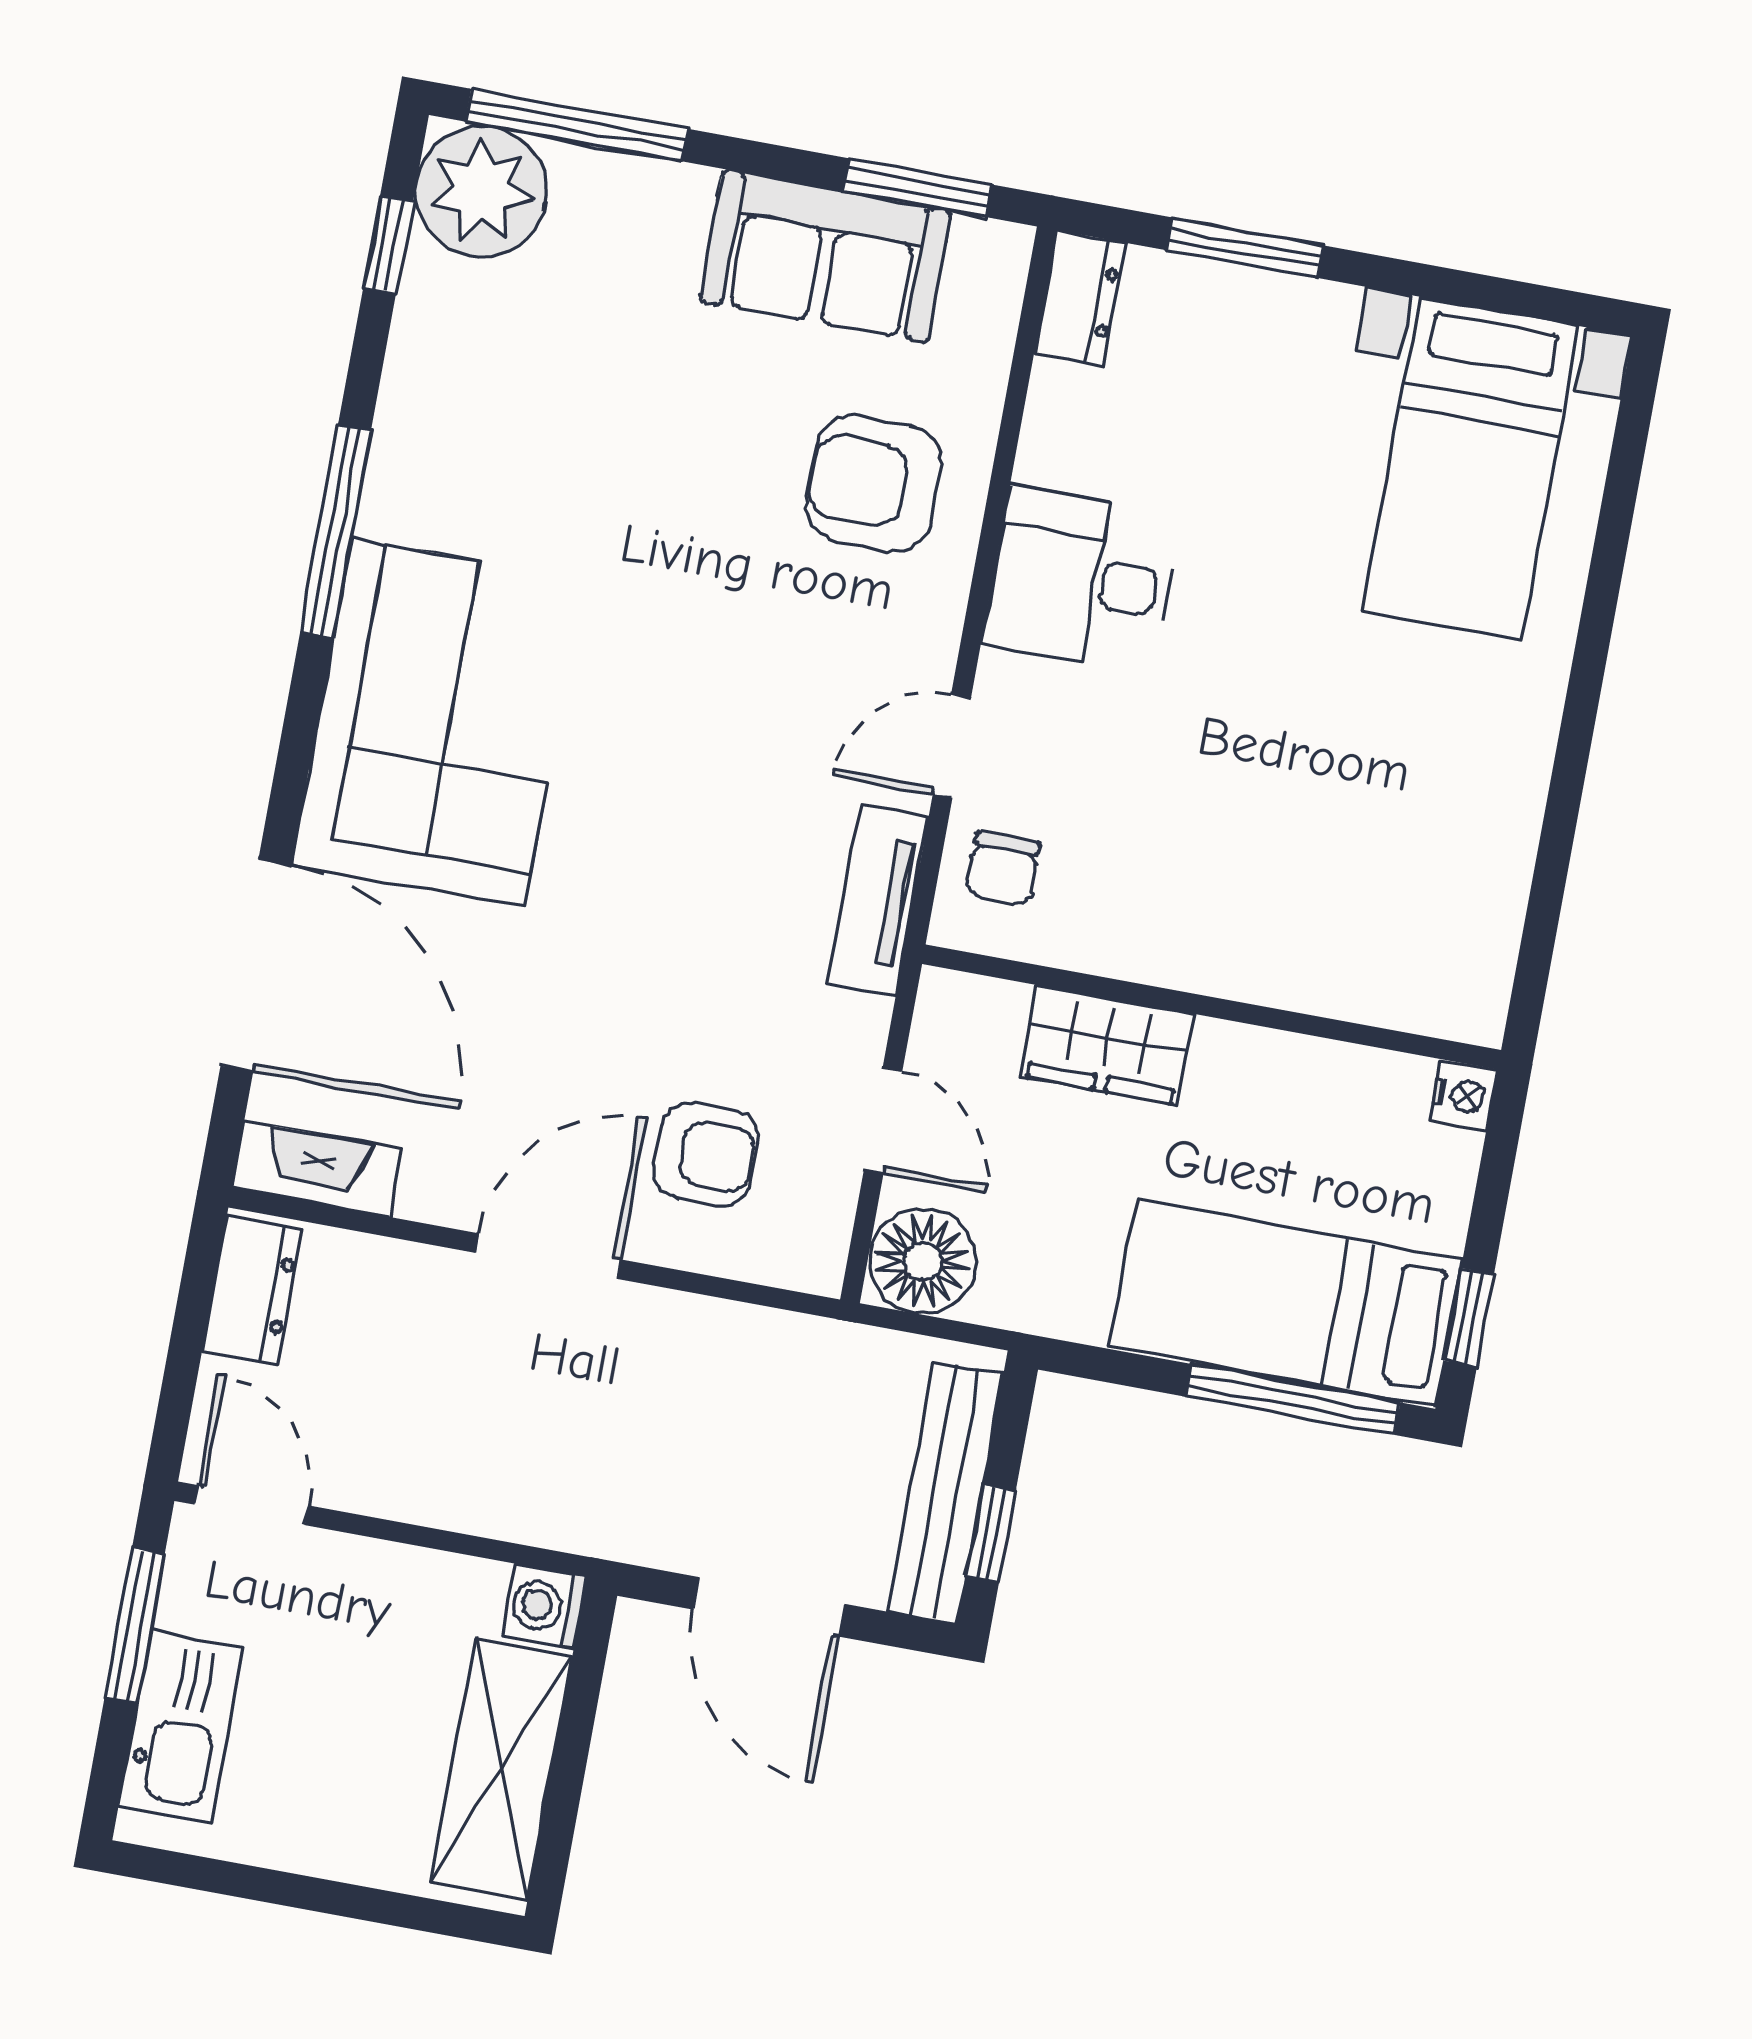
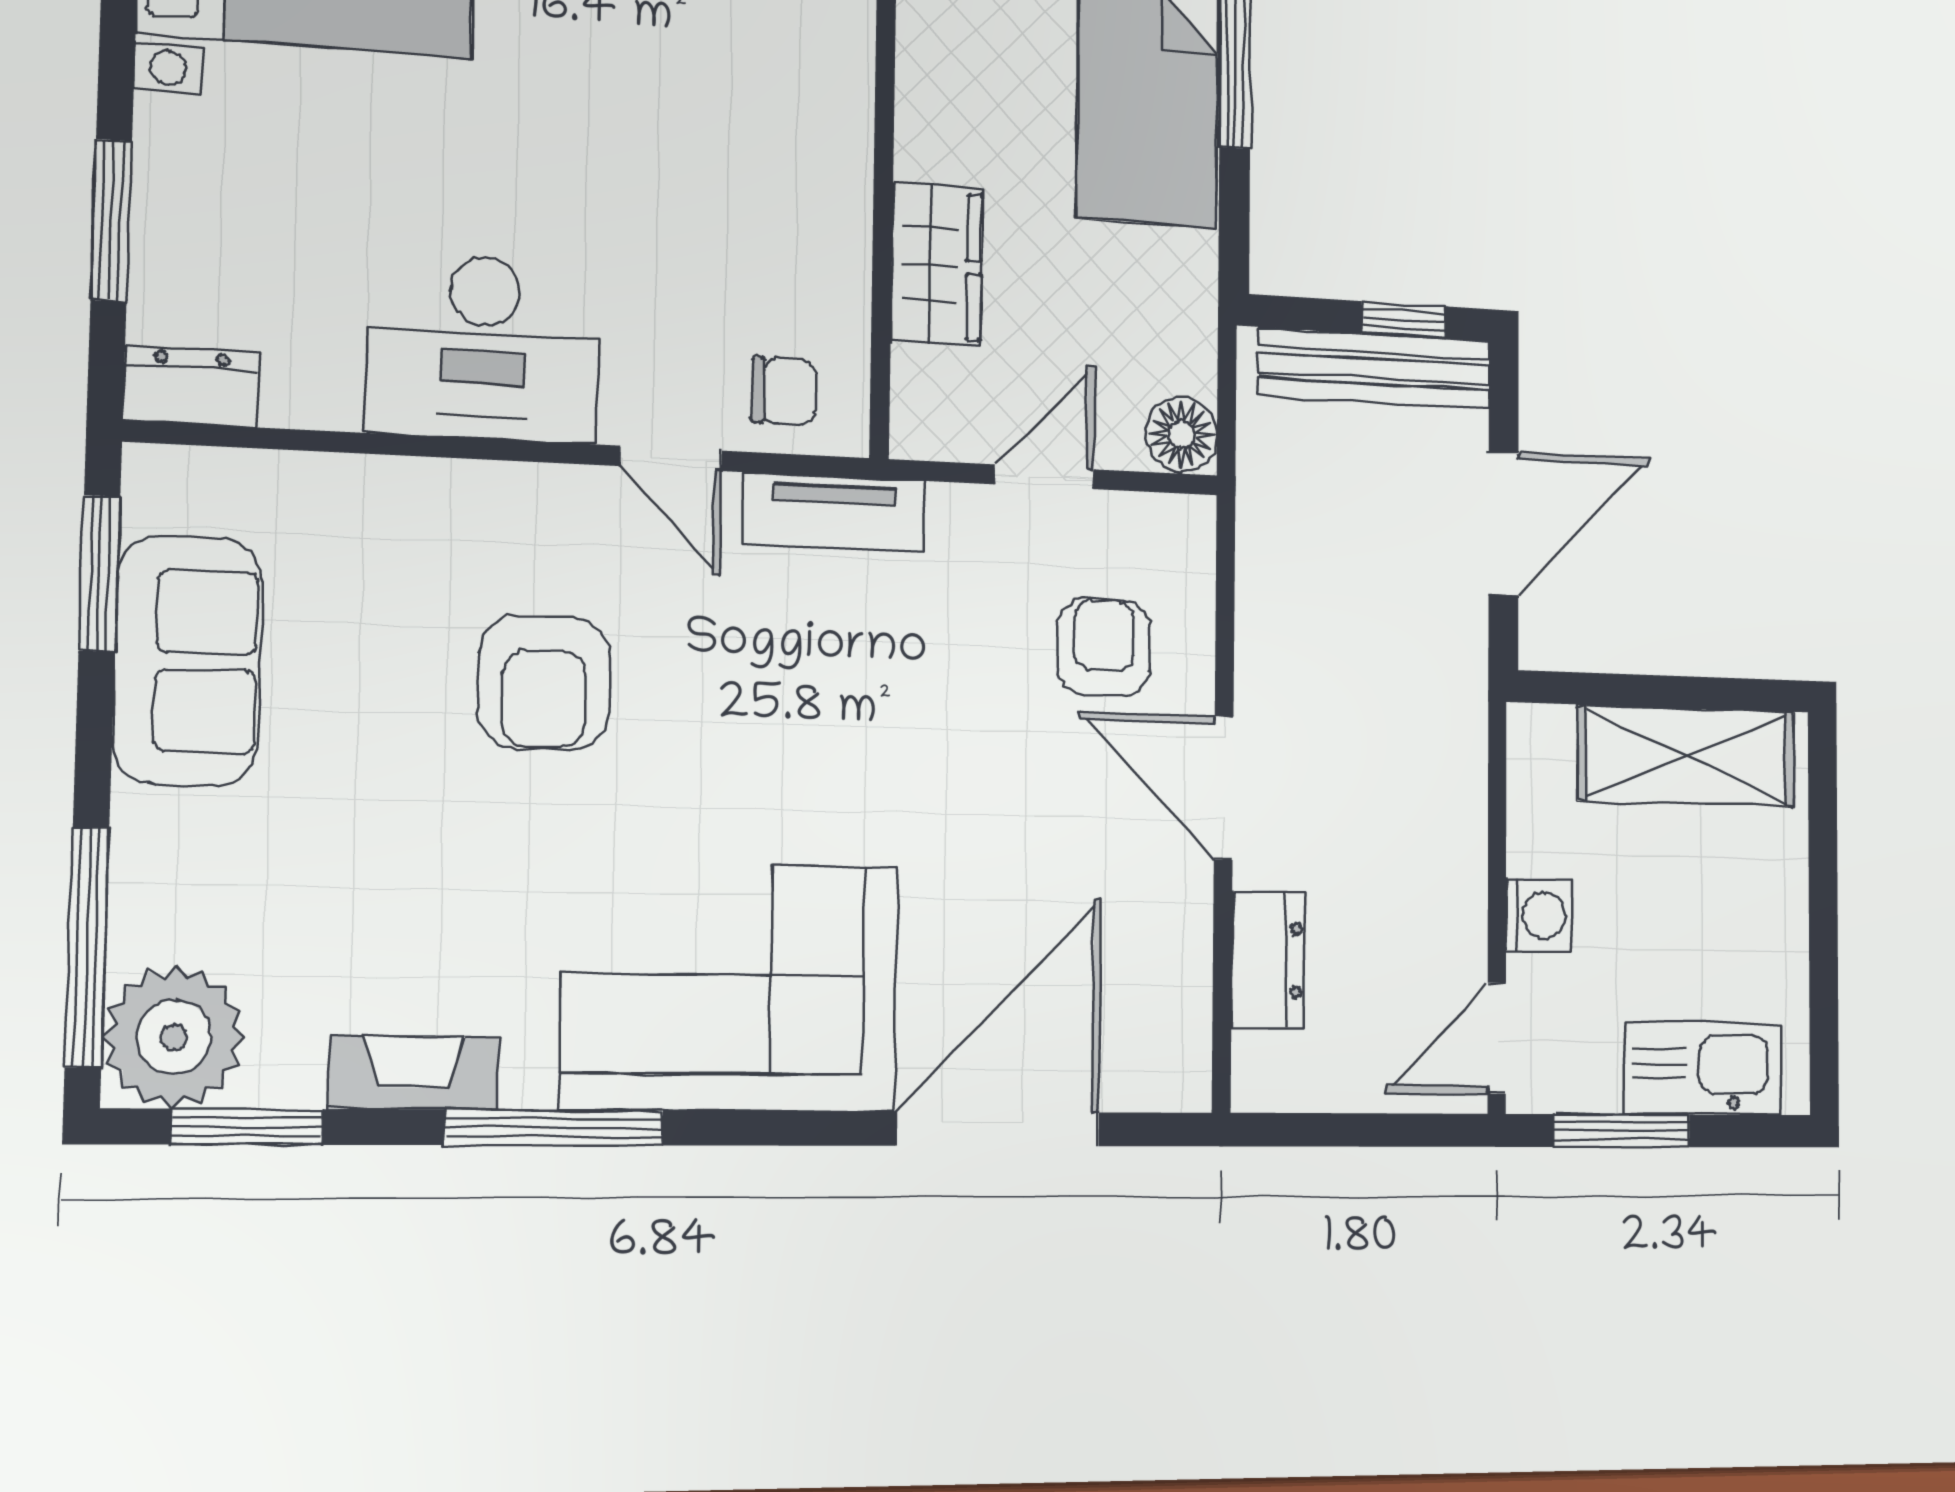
window: (388, 245) -> (247, 1127), width x1.50
armchair: (873, 483) -> (544, 683), moved
desk: (1082, 580) -> (484, 348), width x1.37
fireplace: (317, 1169) -> (414, 1073), moved, turned 90
floor lamp: (923, 1261) -> (1181, 434), width x0.73, depth x0.73
dresser: (252, 1291) -> (1268, 960), moved, turned 90
washing machine: (544, 1606) -> (1539, 915), moved, turned -90

